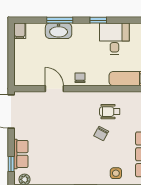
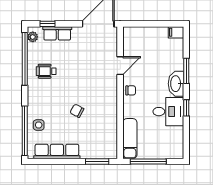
washbasin: (59, 31) -> (176, 84), moved
desk: (114, 39) -> (168, 112), moved
wheelchair: (110, 112) -> (46, 71), moved, turned -90

